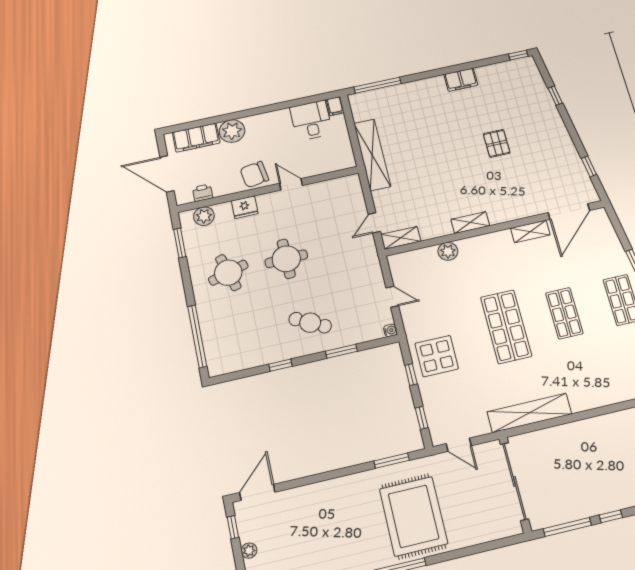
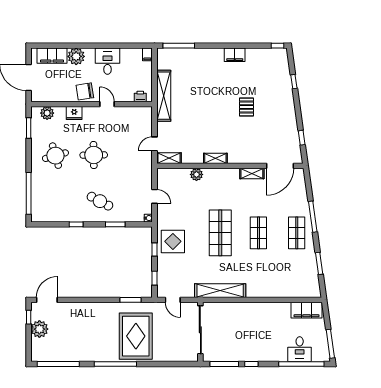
desk: (311, 120) -> (108, 61), moved
printer: (203, 193) -> (140, 96), moved
plant: (249, 551) -> (39, 329), width x1.88, depth x1.88

